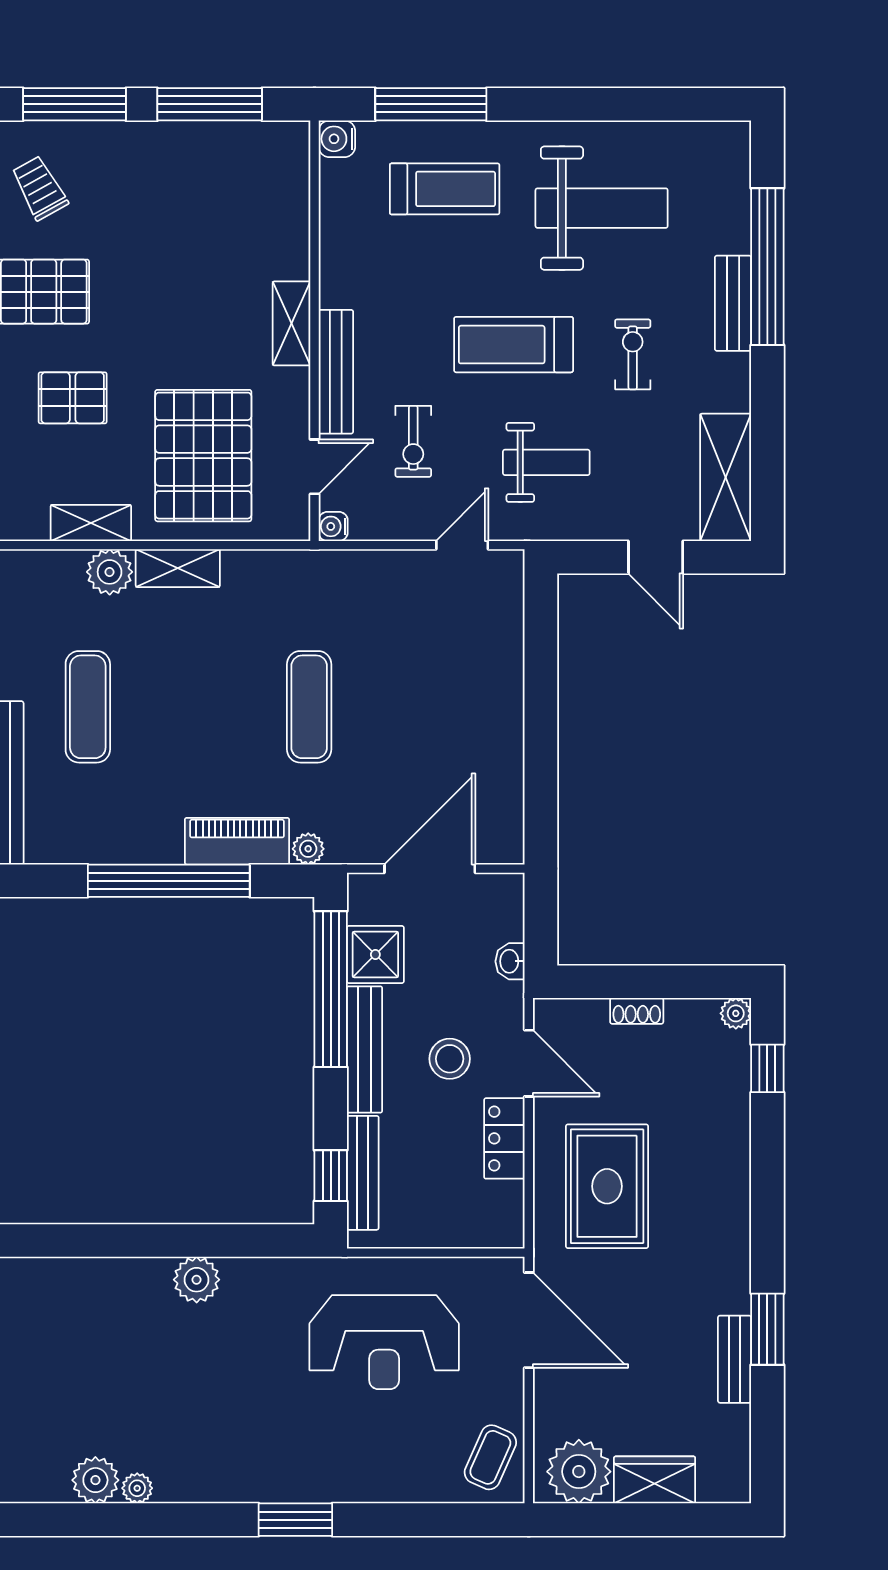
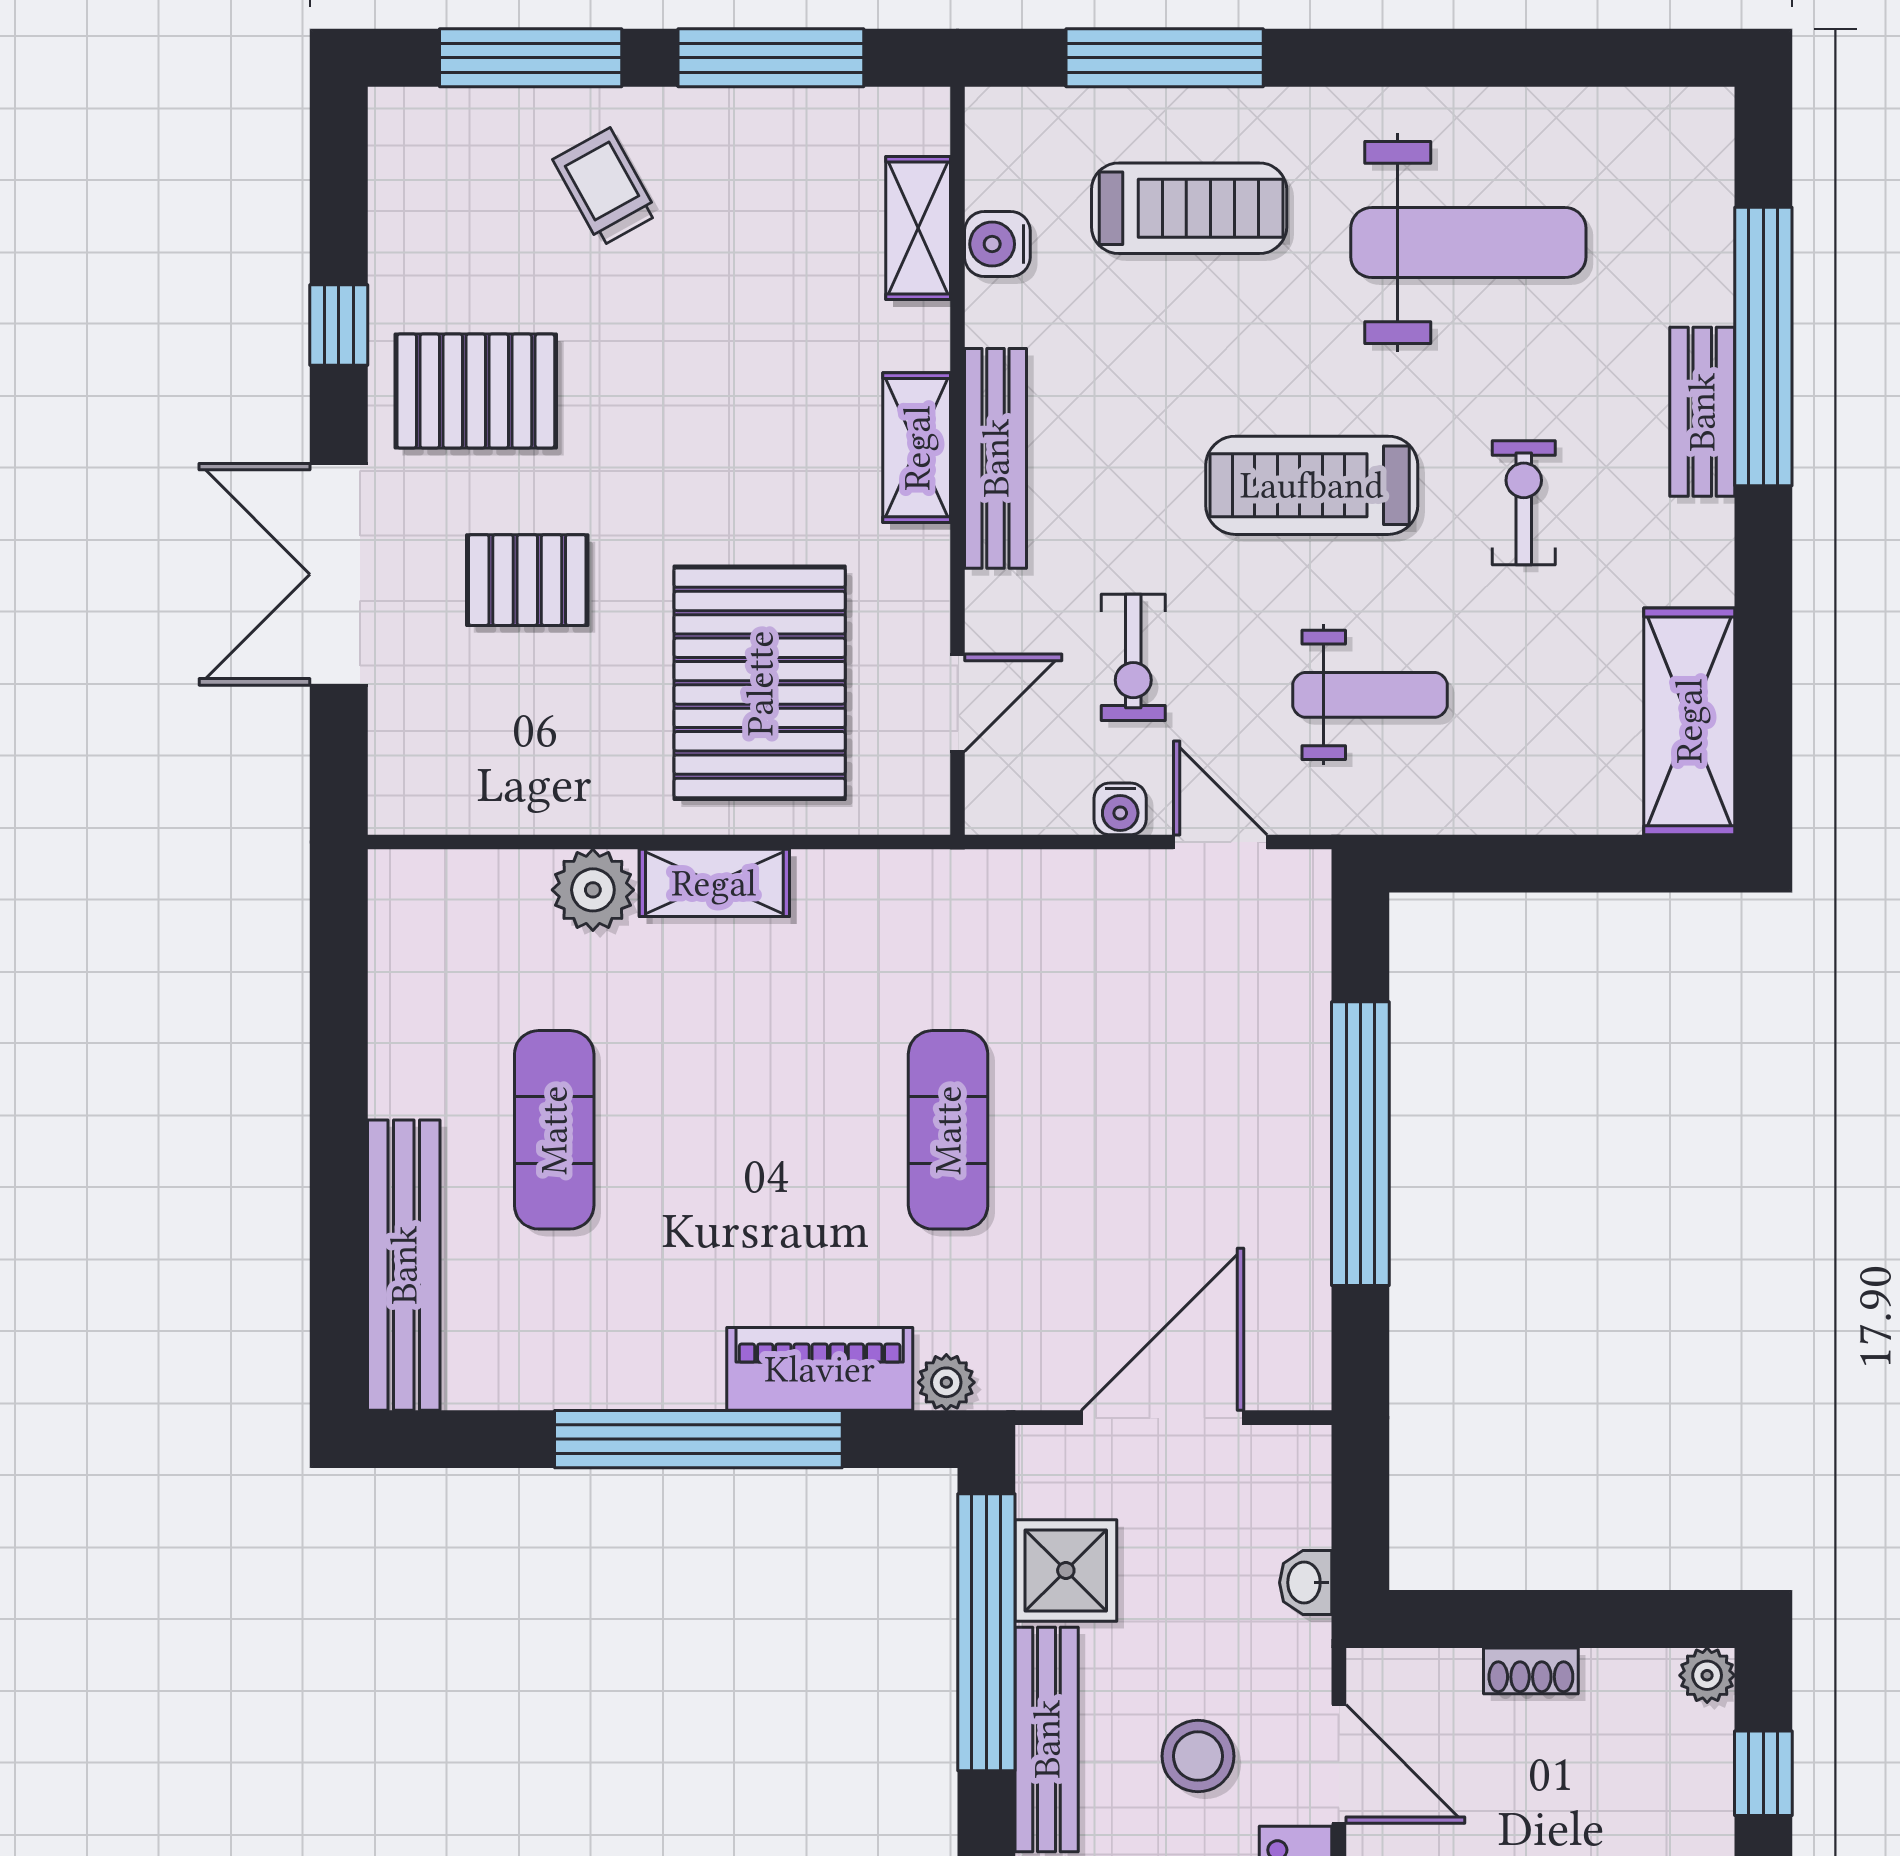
water cooler: (337, 139) -> (997, 244), moved
trolley: (40, 188) -> (605, 187), moved
bench: (336, 372) -> (996, 458), moved
shelving: (91, 523) -> (918, 228), moved, turned 90
water cooler: (333, 526) -> (1120, 809), moved, turned -90
door: (462, 545) -> (1220, 842), hinge flipped
door: (656, 557) -> (1564, 864), removed
window: (541, 715) -> (1360, 1144), added

